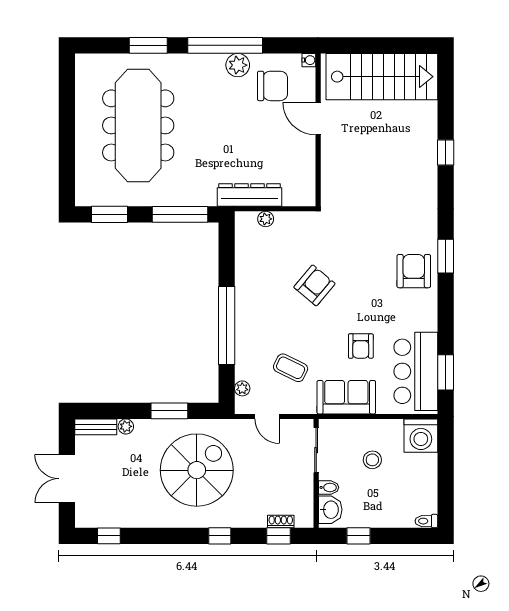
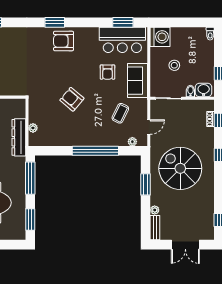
armchair: (361, 346) -> (107, 72), turned 90

